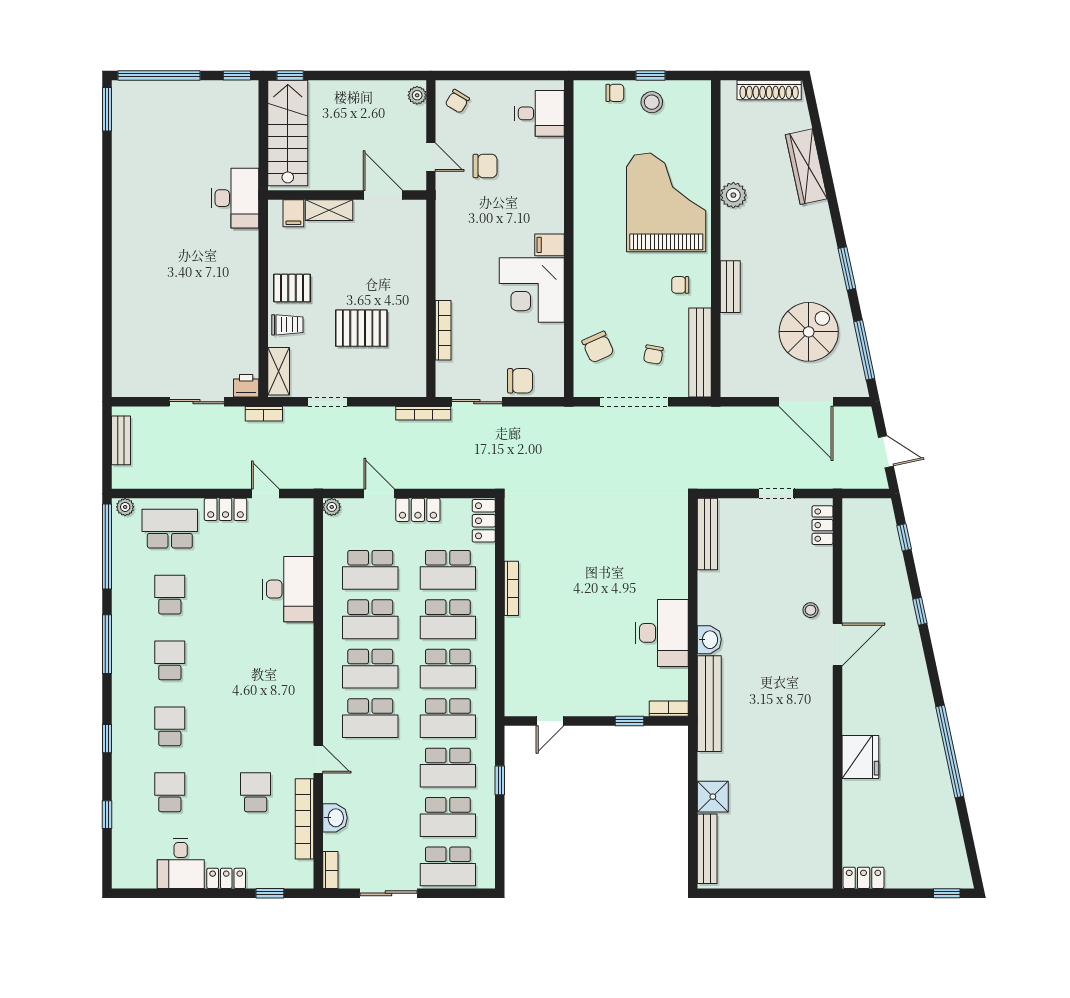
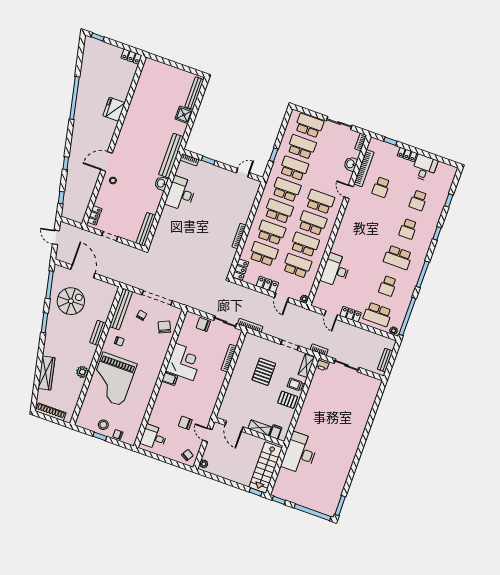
desk: (235, 198) -> (300, 453), width x1.36, depth x1.30
pallet: (361, 328) -> (264, 372), turned 90
spiral stairs: (809, 332) -> (71, 301), turned 180
school desk: (170, 660) -> (398, 257), width x1.85

